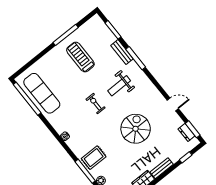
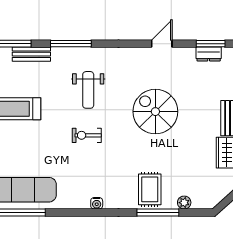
bench: (122, 52) -> (31, 54), moved

